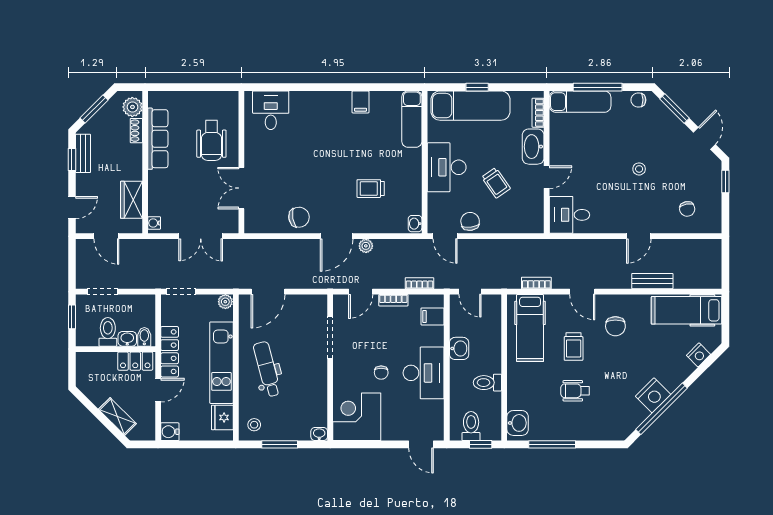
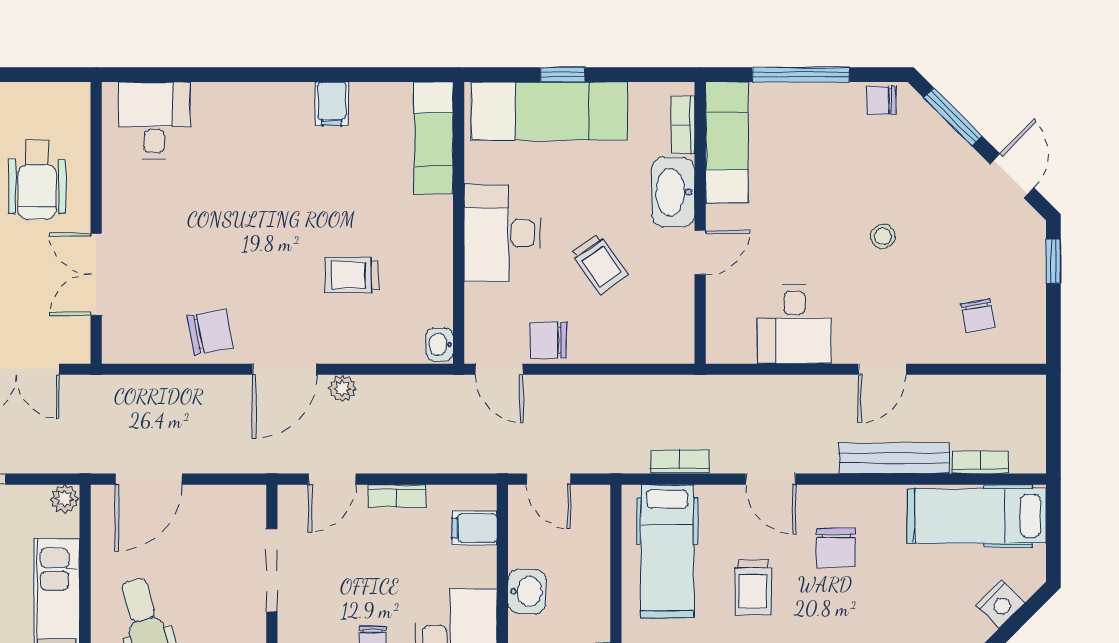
exam couch: (580, 102) -> (727, 143), moved, turned -90
desk: (570, 215) -> (795, 324), moved, turned -90
chair: (470, 221) -> (549, 340), turned -83
bench: (652, 281) -> (894, 458), width x1.36
bookcase: (419, 283) -> (980, 462), moved

